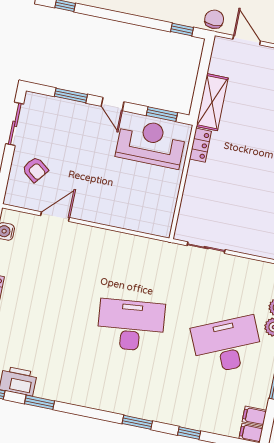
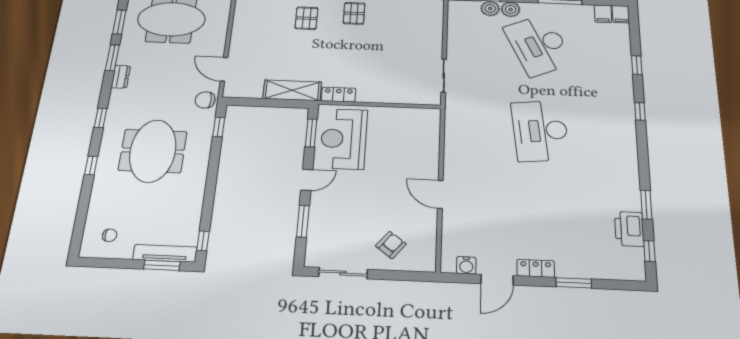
door: (247, 40) -> (224, 69), hinge flipped
door: (55, 217) -> (440, 194), moved
window: (137, 422) -> (640, 111), width x0.67

